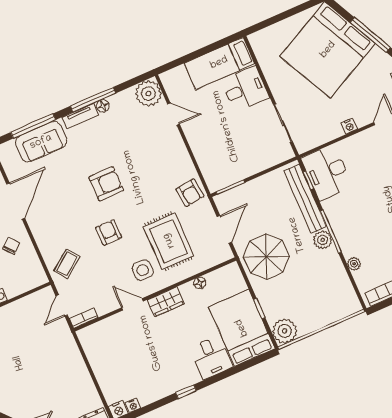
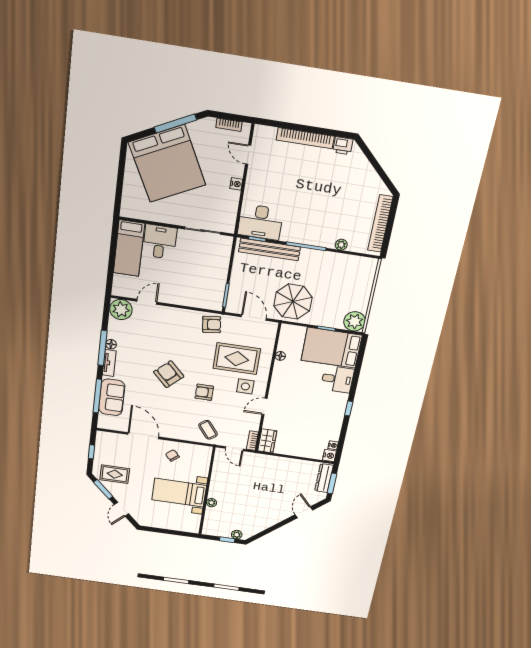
armchair: (106, 184) -> (169, 374), turned -44
plant: (323, 240) -> (308, 256), removed
wardrobe: (166, 302) -> (267, 441), moved

